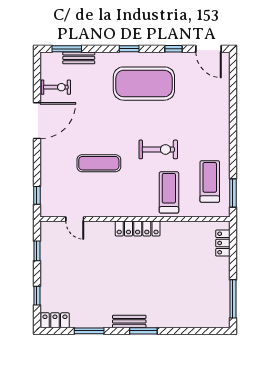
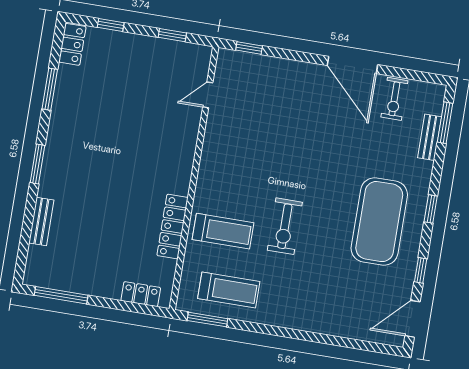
exercise mat: (99, 163) -> (279, 141), removed
locker: (138, 228) -> (173, 227), moved
bench: (129, 321) -> (41, 221), moved

